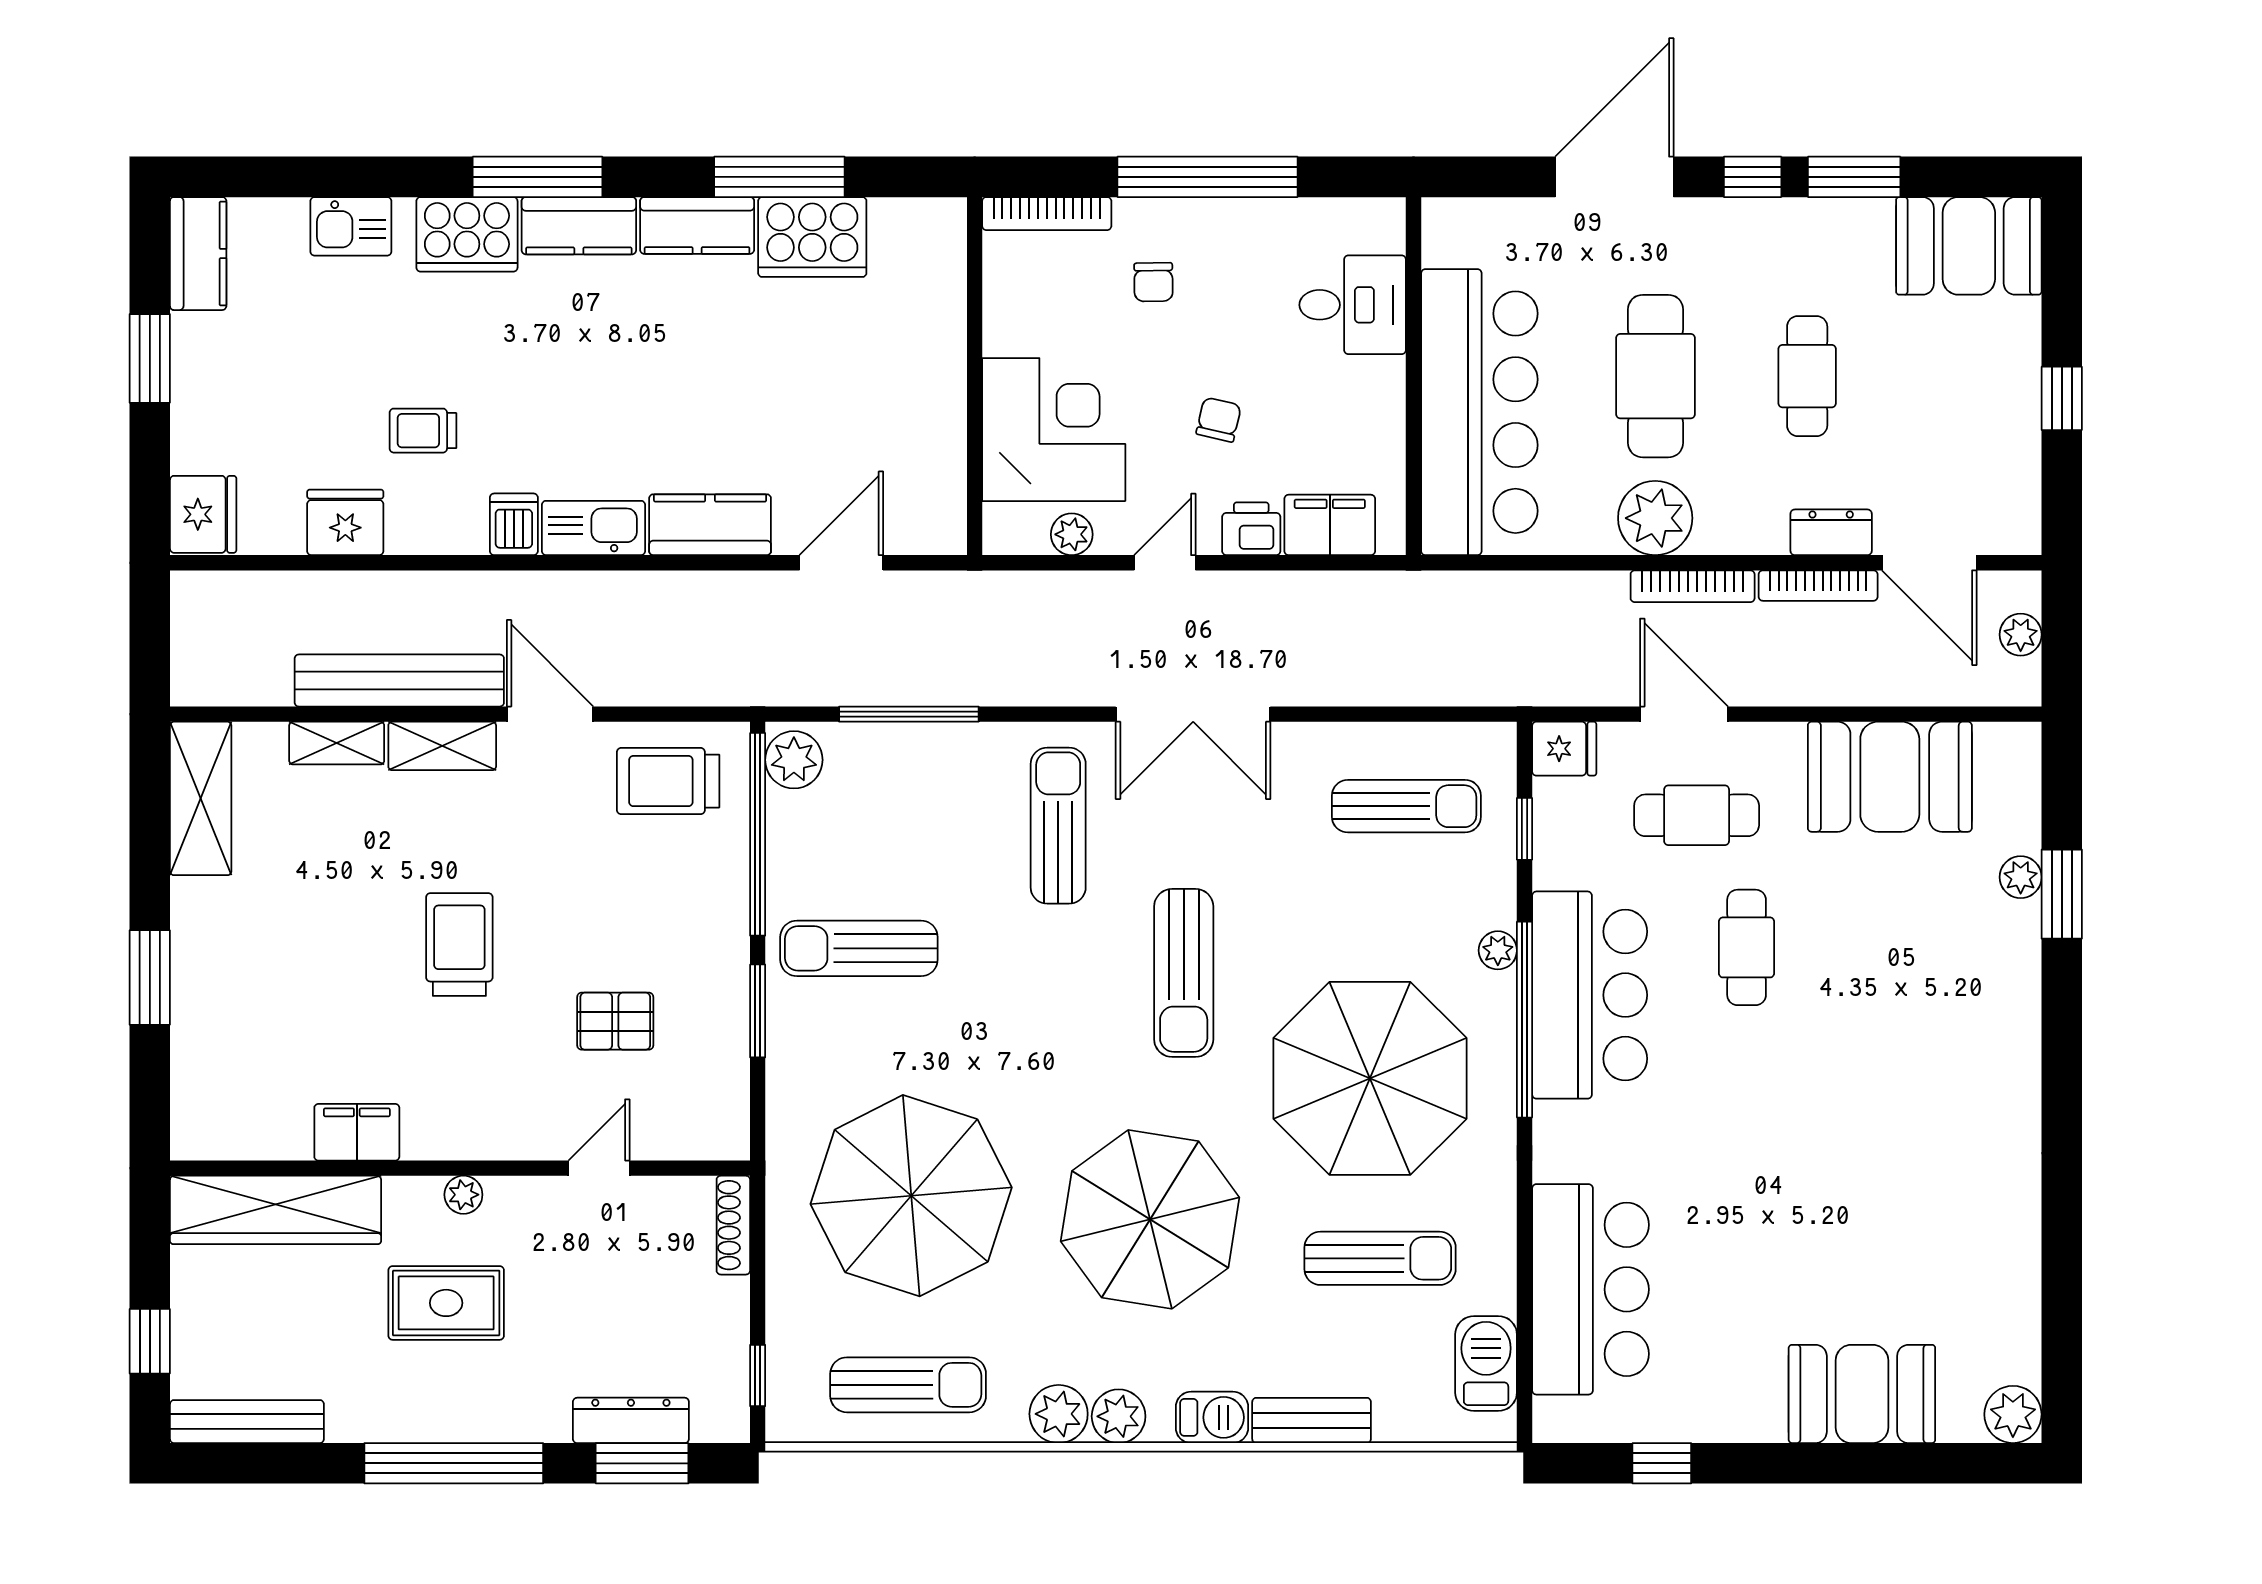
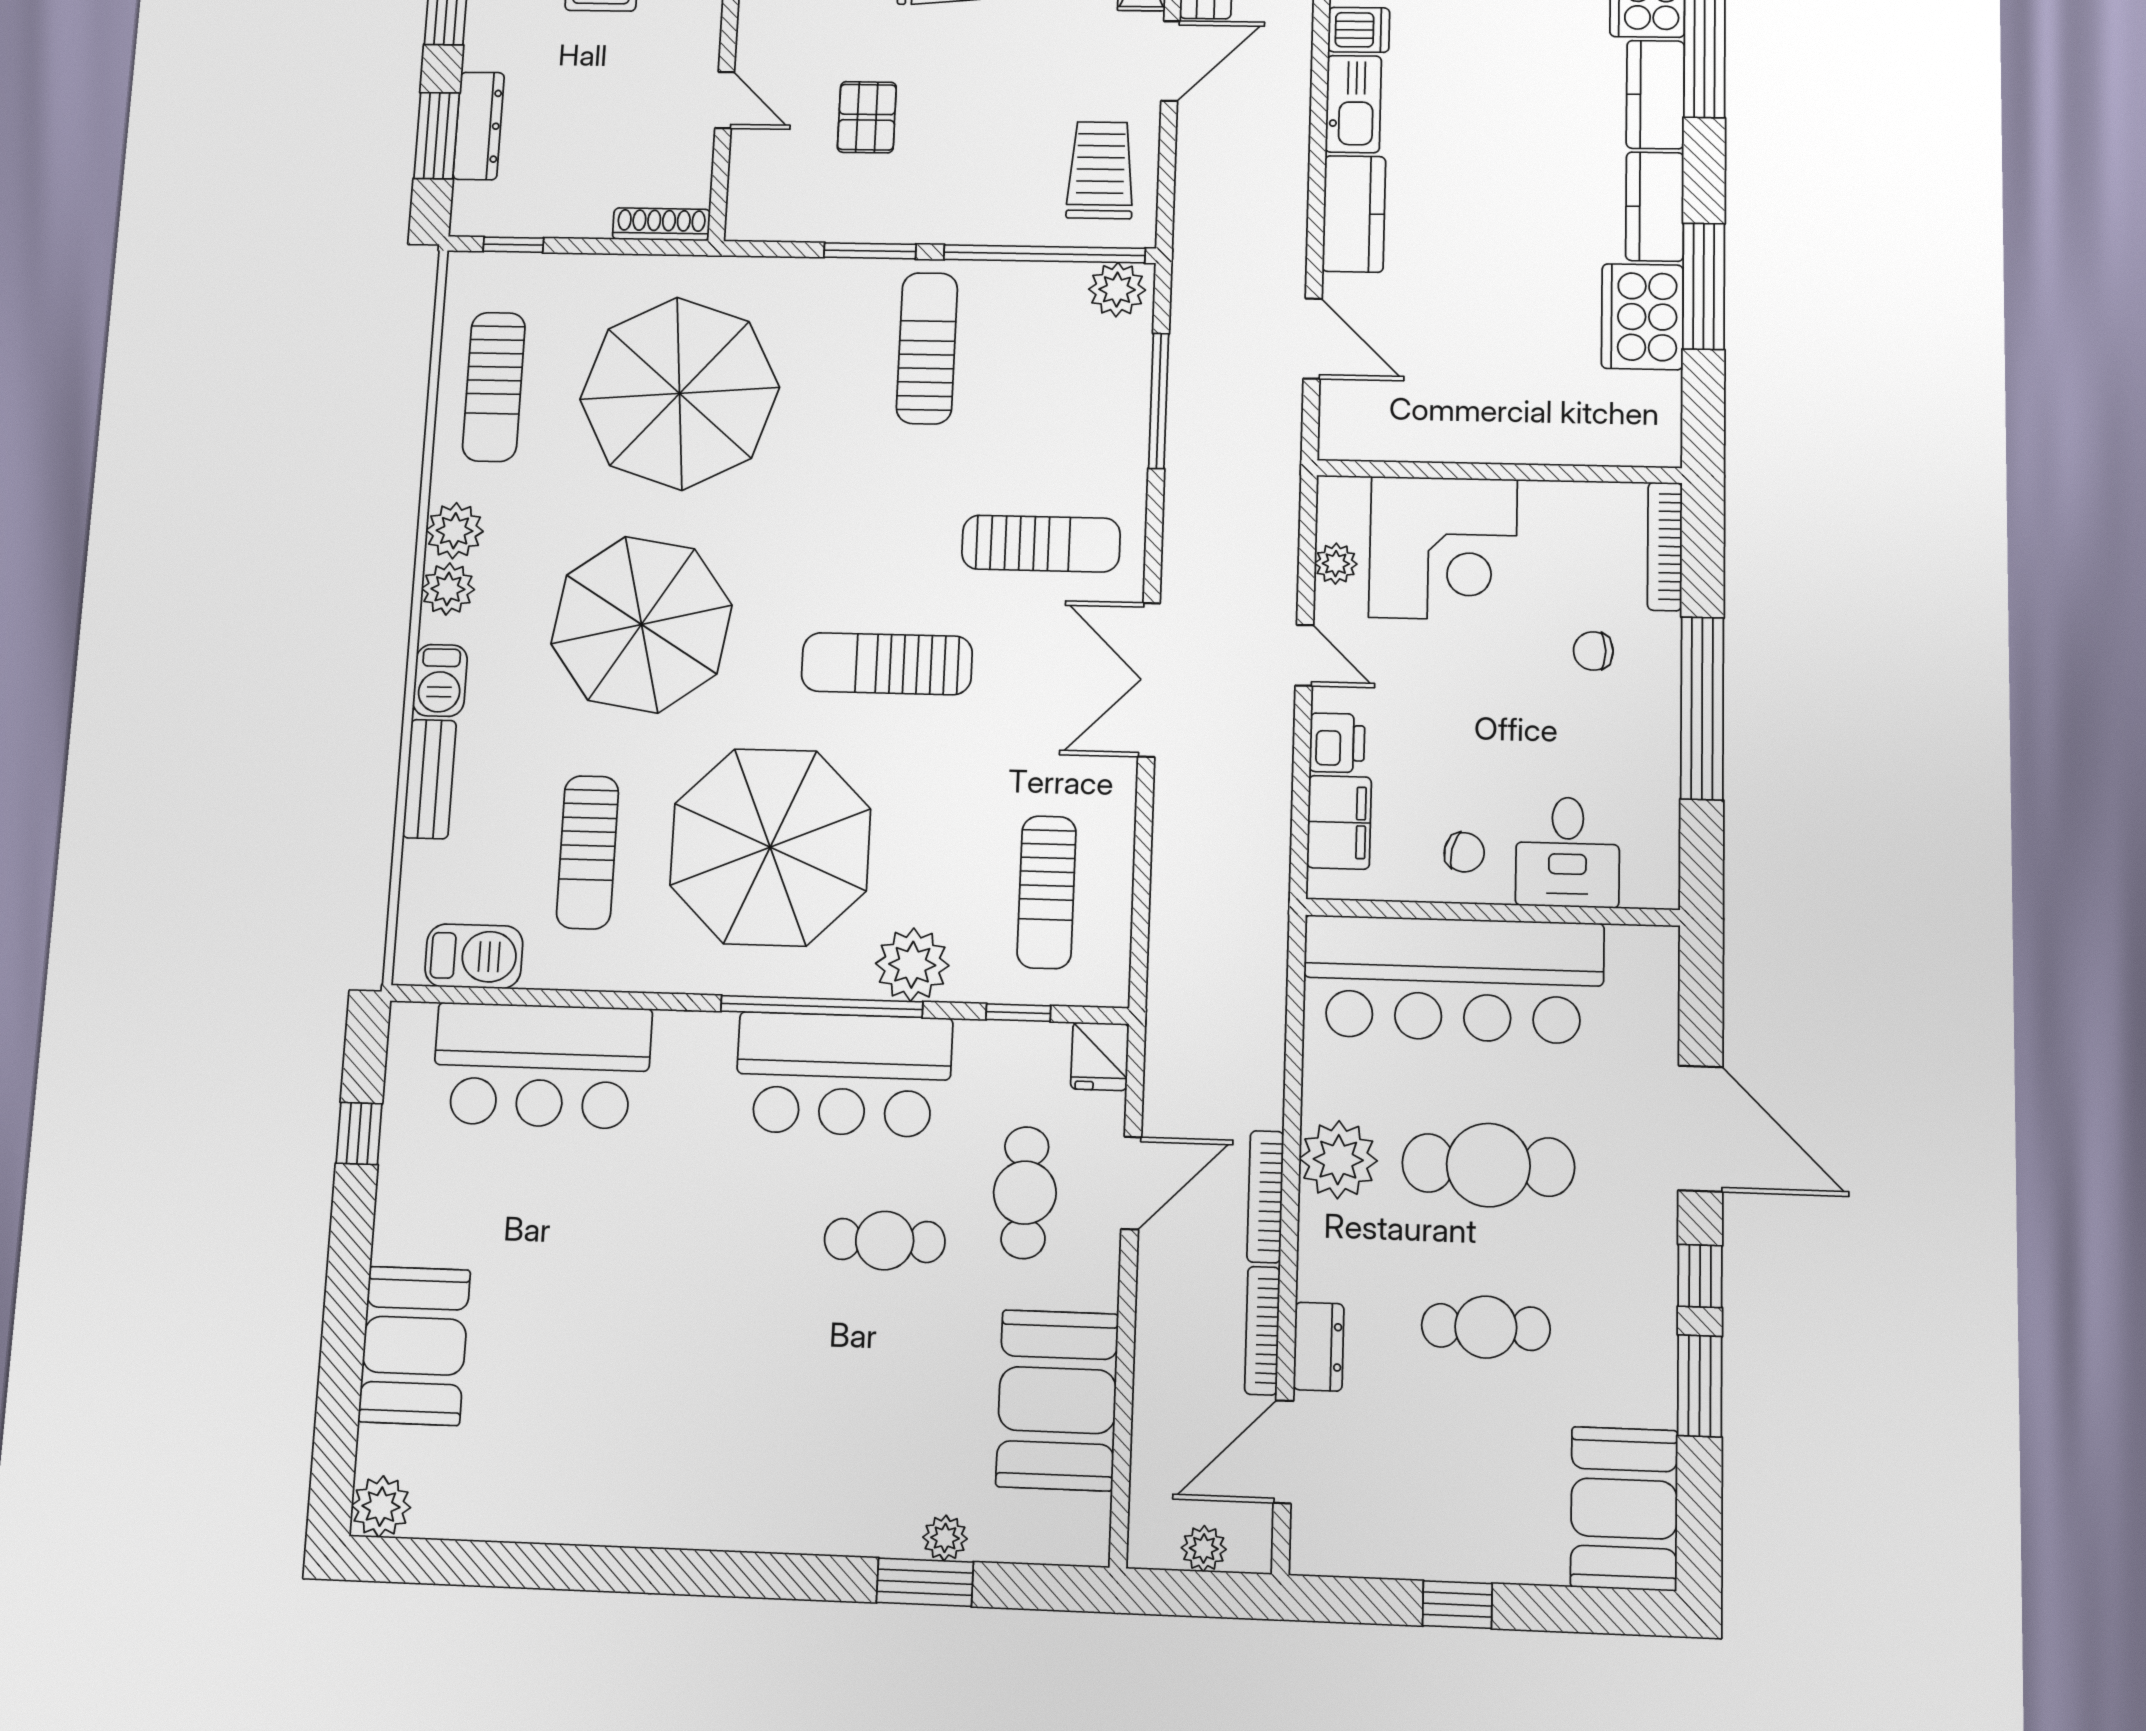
chair: (1219, 420) -> (1464, 852), moved
plant: (1498, 950) -> (912, 965), width x1.88, depth x1.88

